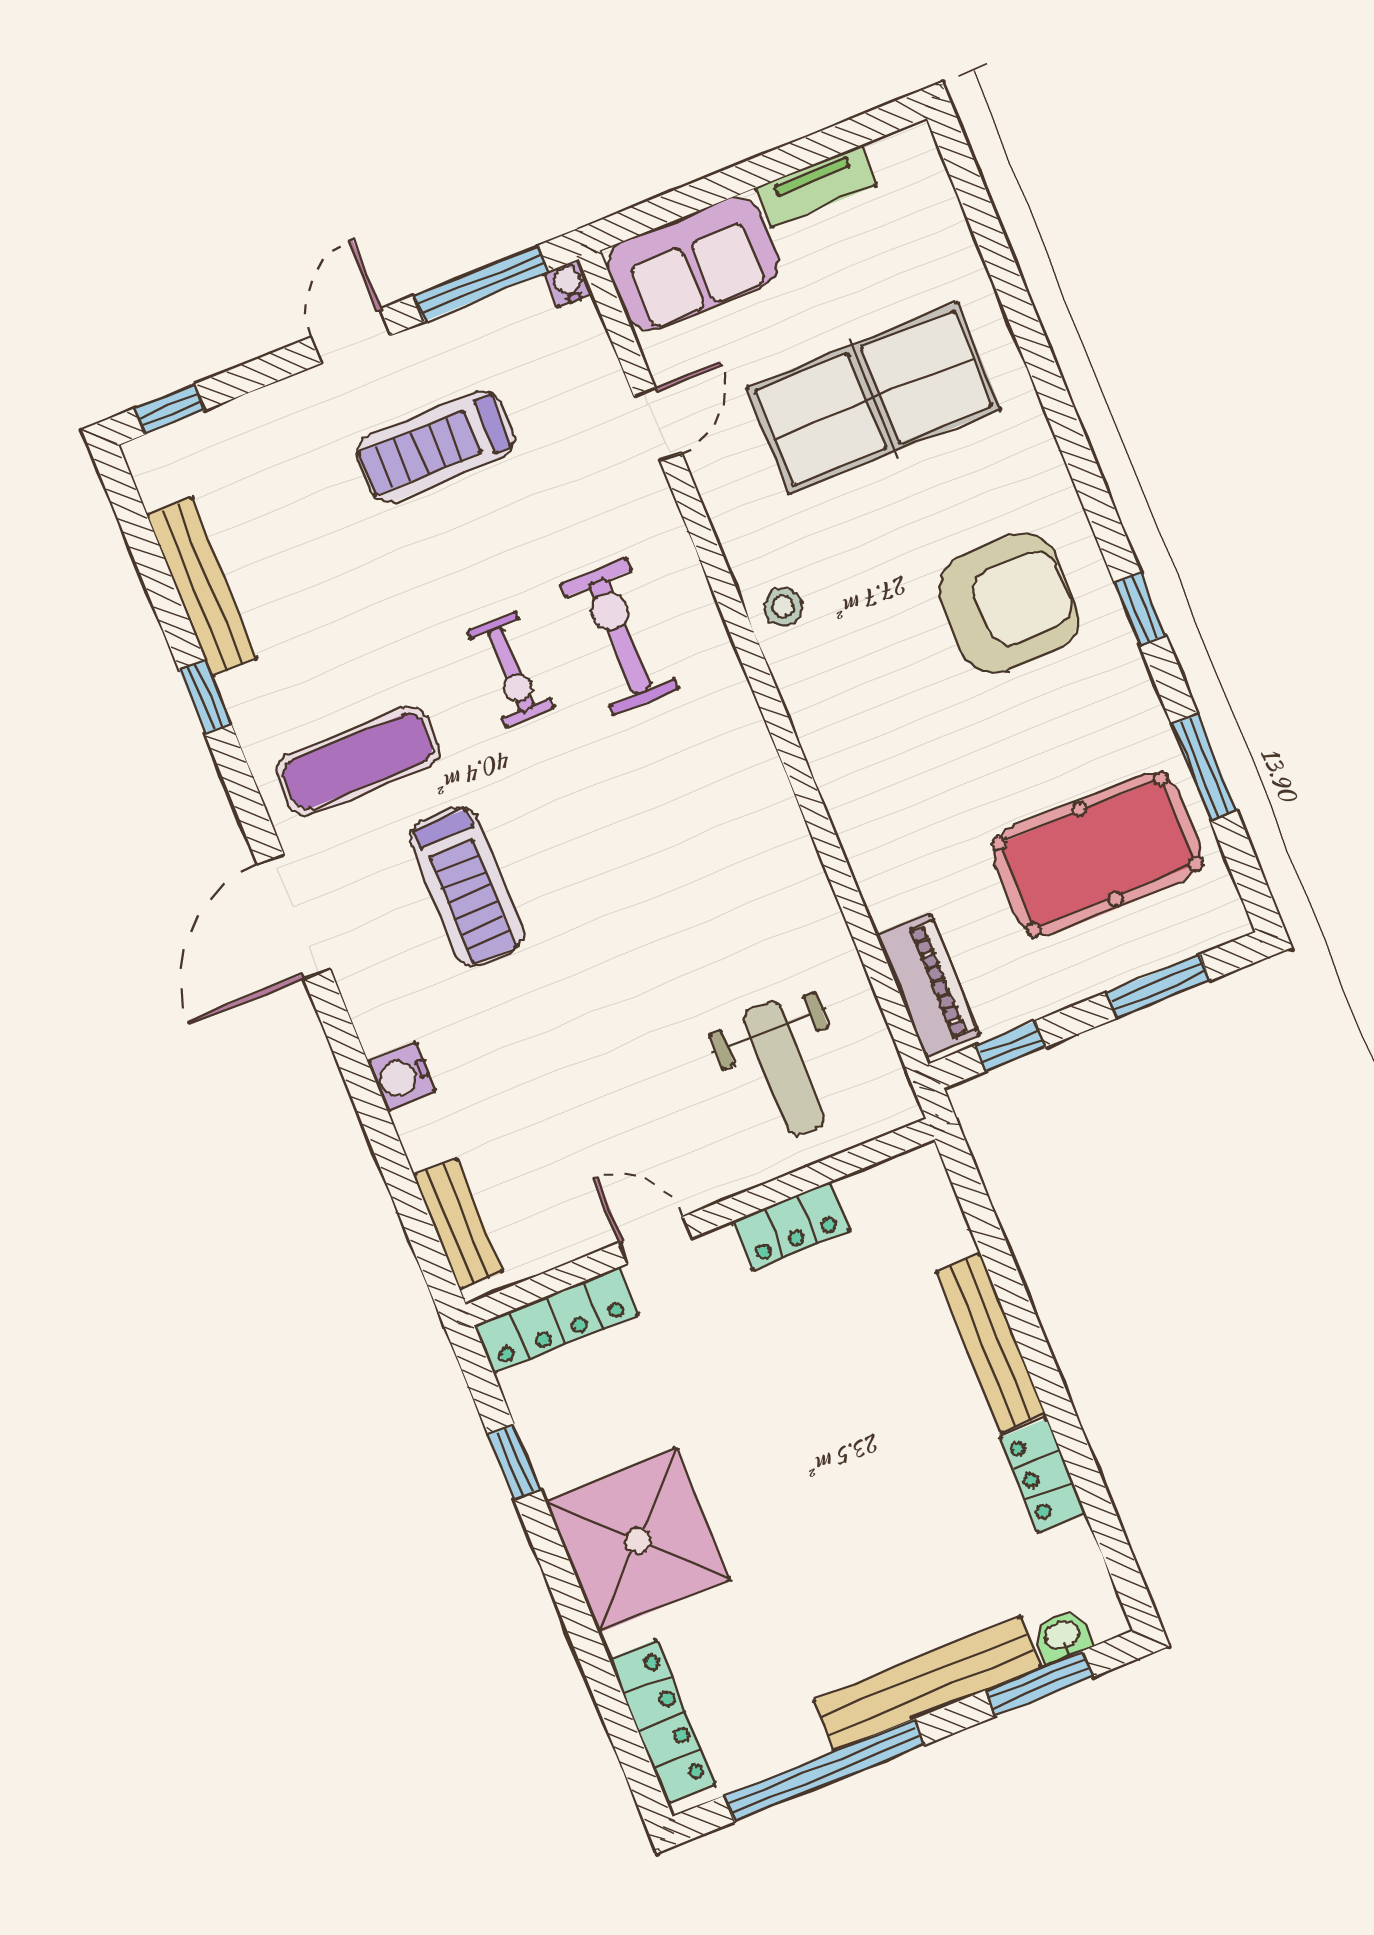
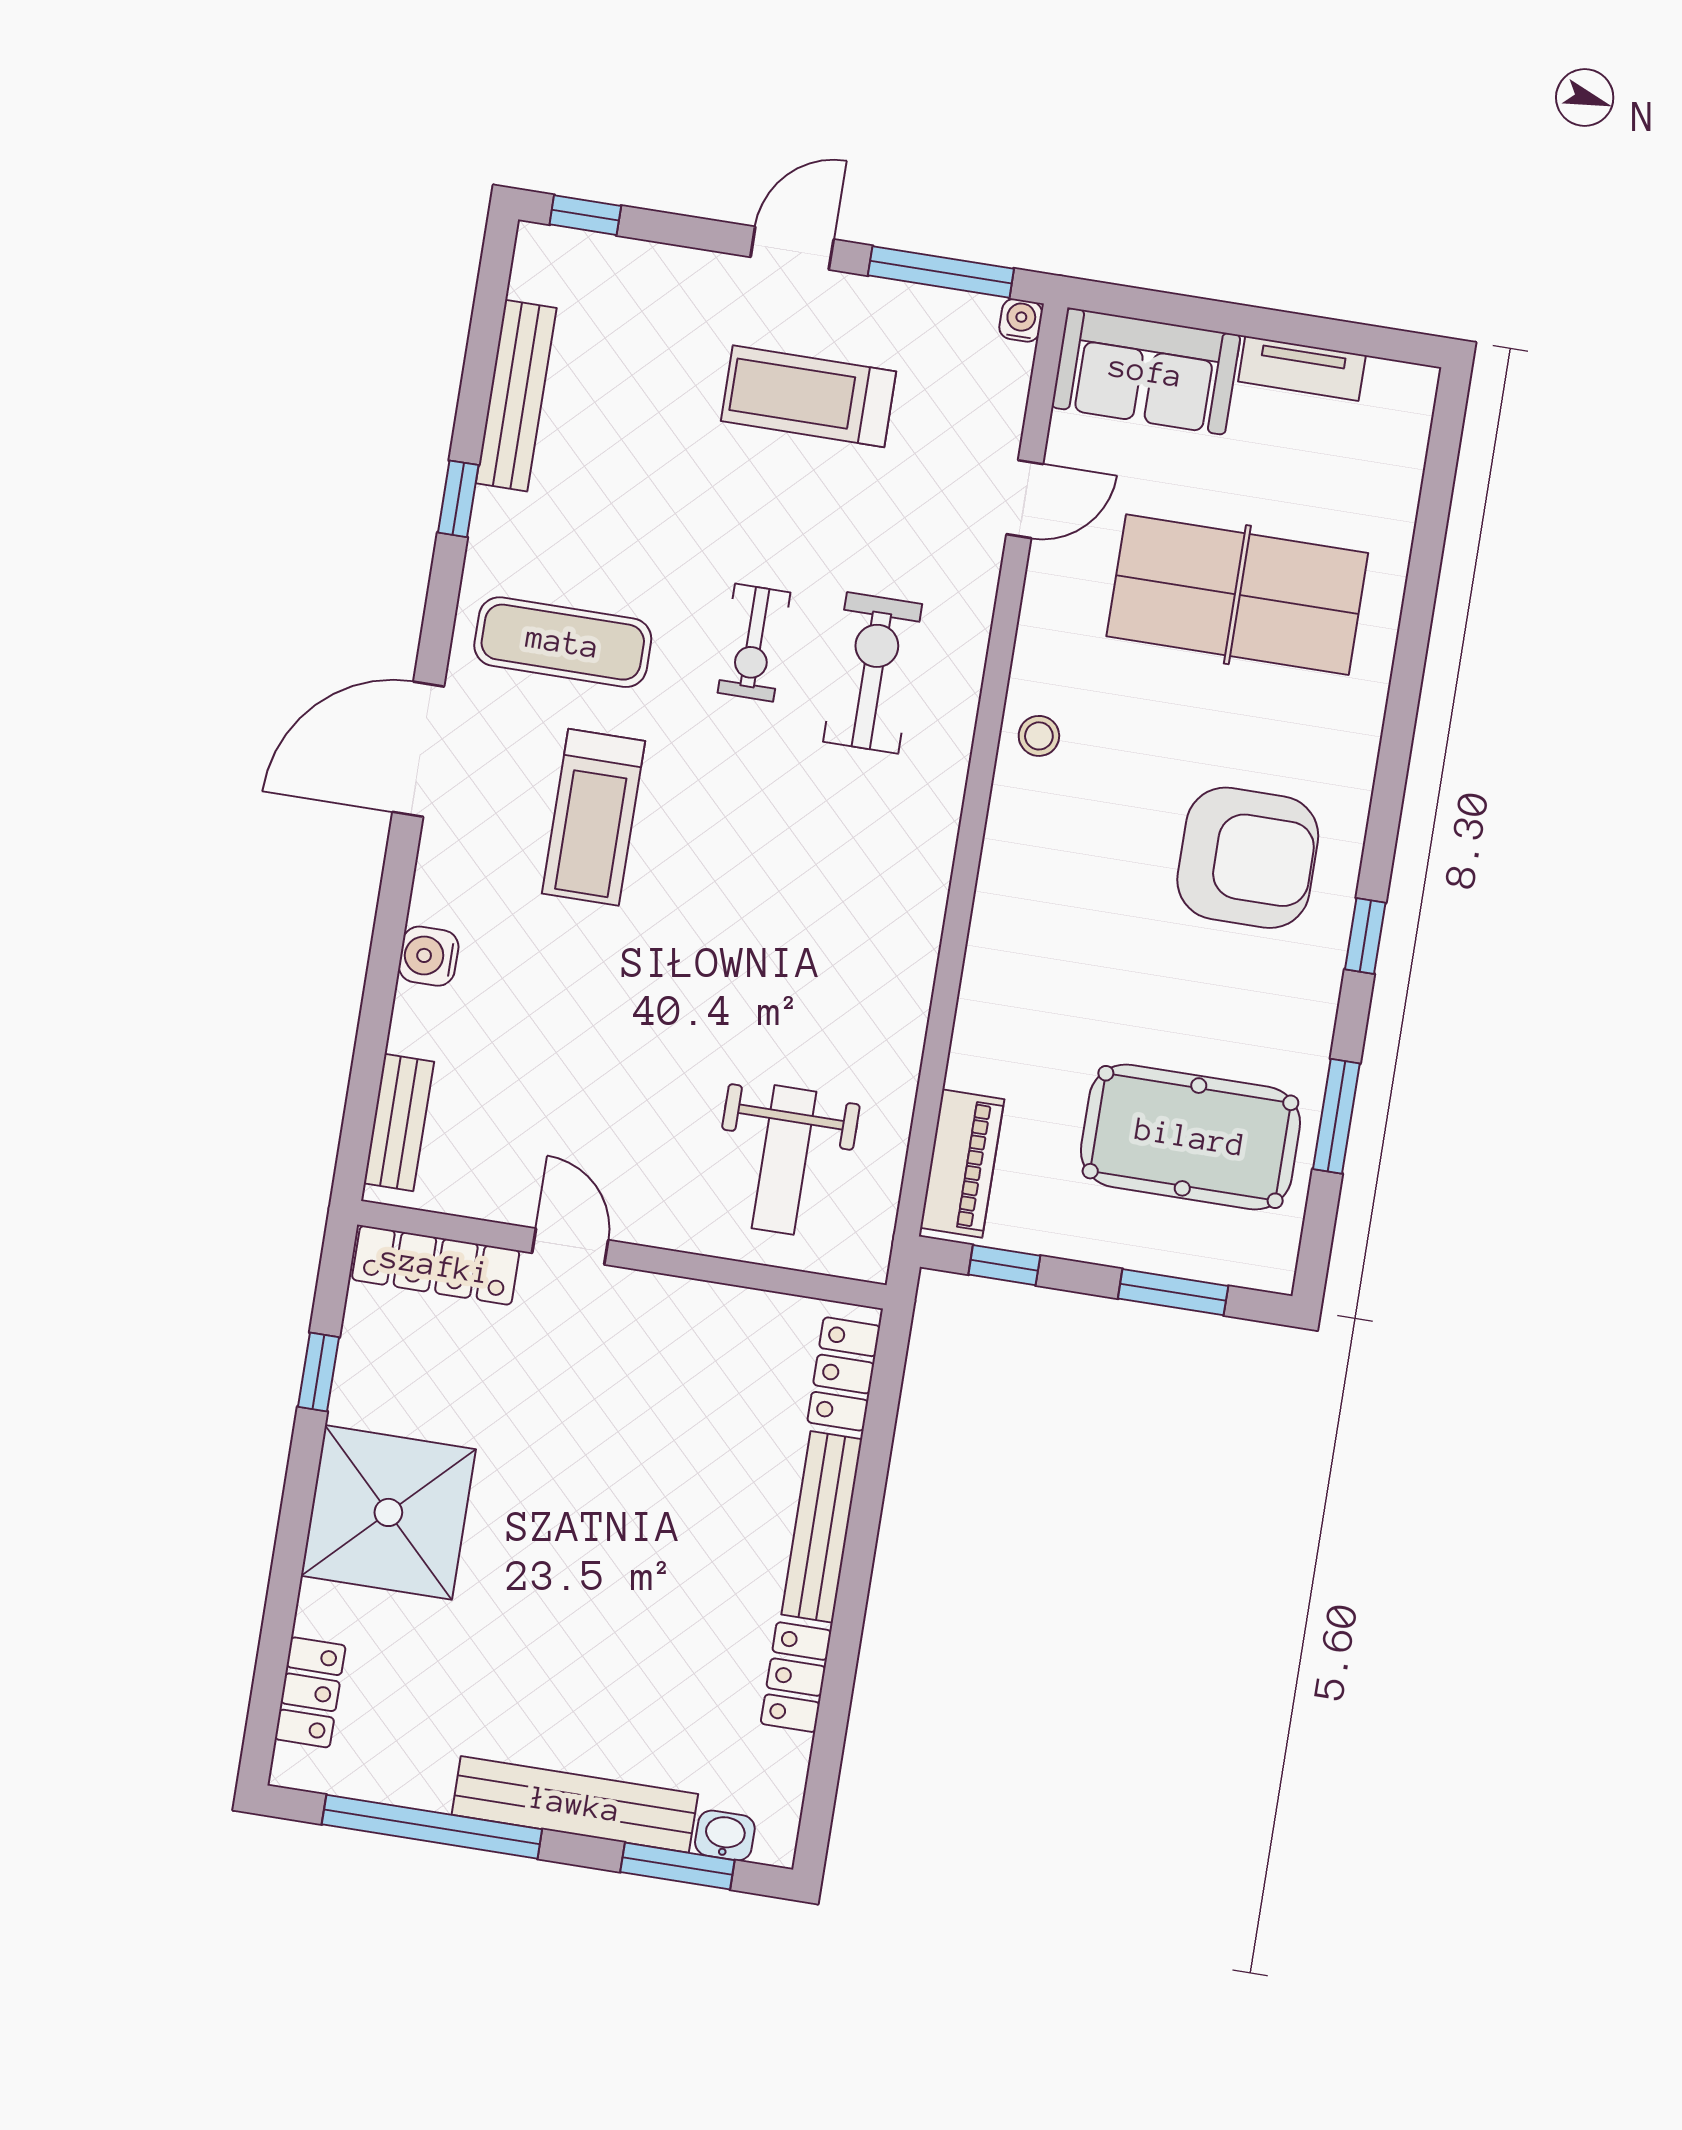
locker: (791, 1226) -> (844, 1374), moved, turned 90
locker: (662, 1722) -> (310, 1692), width x0.66

